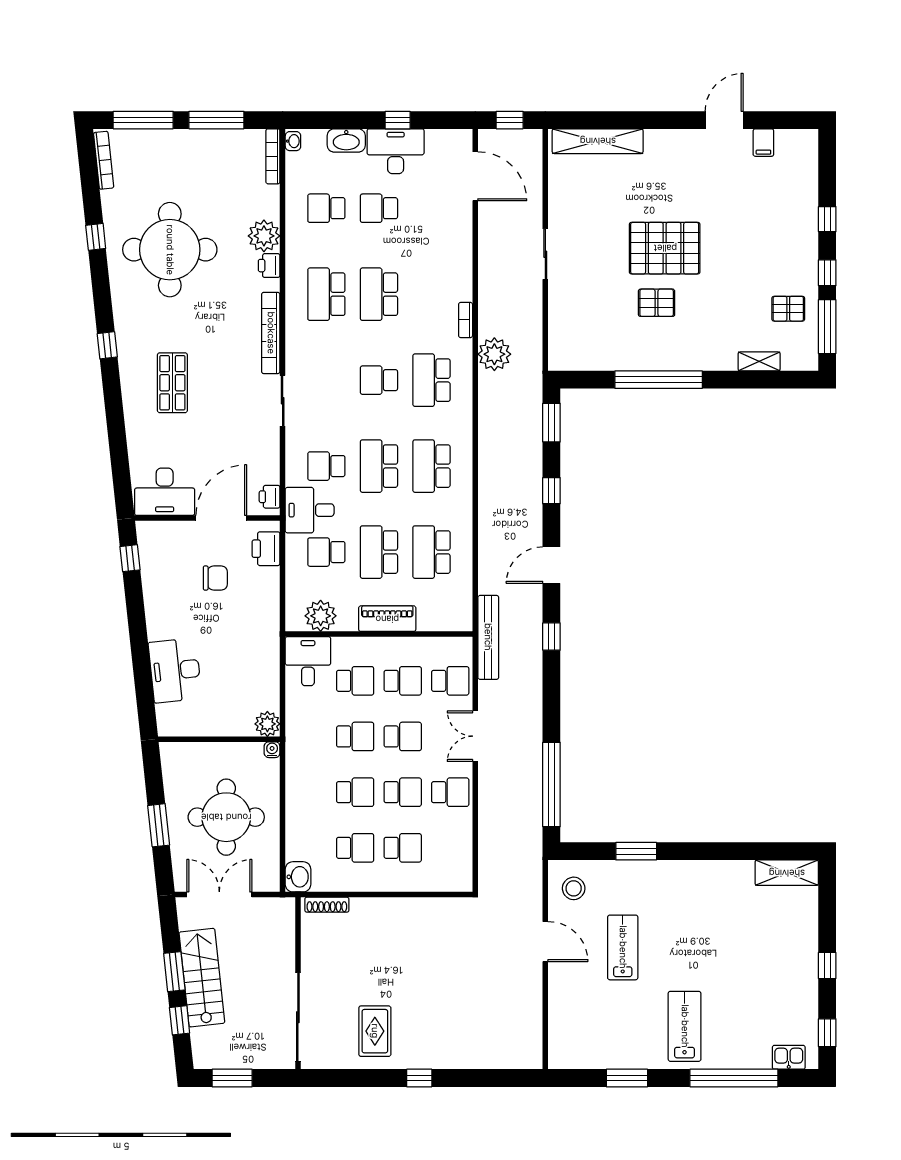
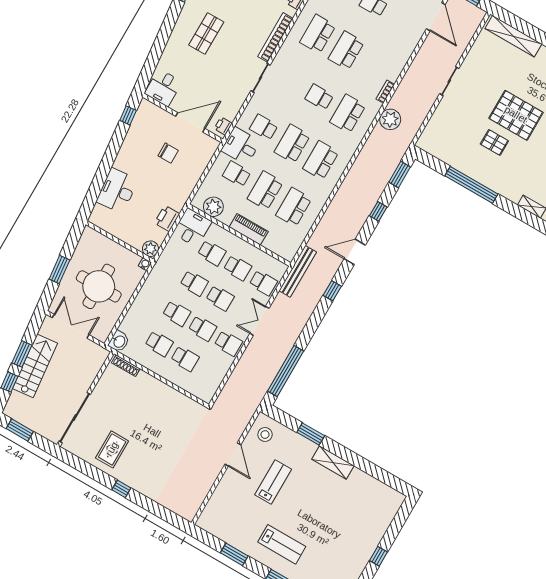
desk: (165, 492) -> (163, 88), width x0.73
printer: (266, 549) -> (167, 218), moved
shelving: (787, 873) -> (333, 462), moved
lab bench: (685, 1026) -> (282, 544), turned 90

